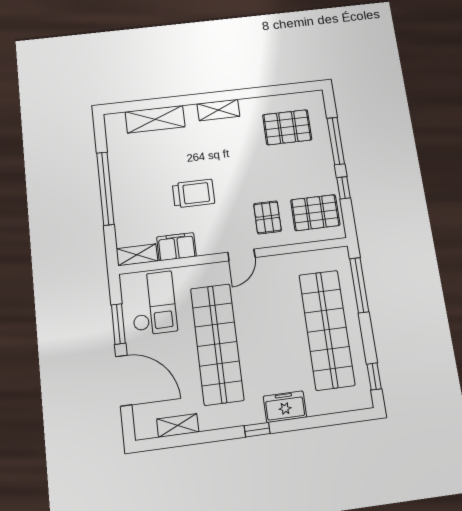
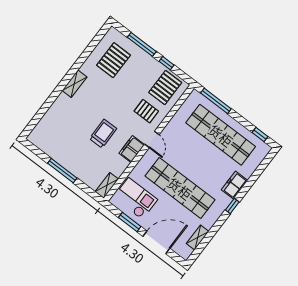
shelving: (155, 119) -> (51, 117), removed
window: (105, 188) -> (62, 171), width x0.68
filing cabinet: (176, 247) -> (132, 149), moved

